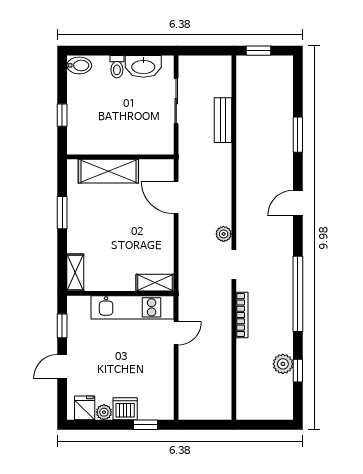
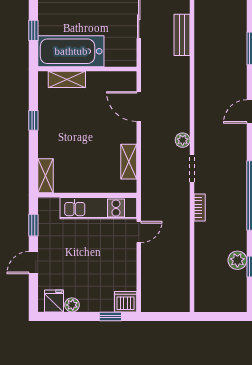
bathtub: (103, 138) -> (71, 51), added
shelving: (108, 171) -> (67, 79), width x0.67, depth x0.75
window: (62, 213) -> (33, 120), width x0.67
shelving: (155, 283) -> (129, 162), moved, turned 90
bookcase: (242, 315) -> (200, 207), width x0.64
dishwasher: (125, 409) -> (126, 302), moved

